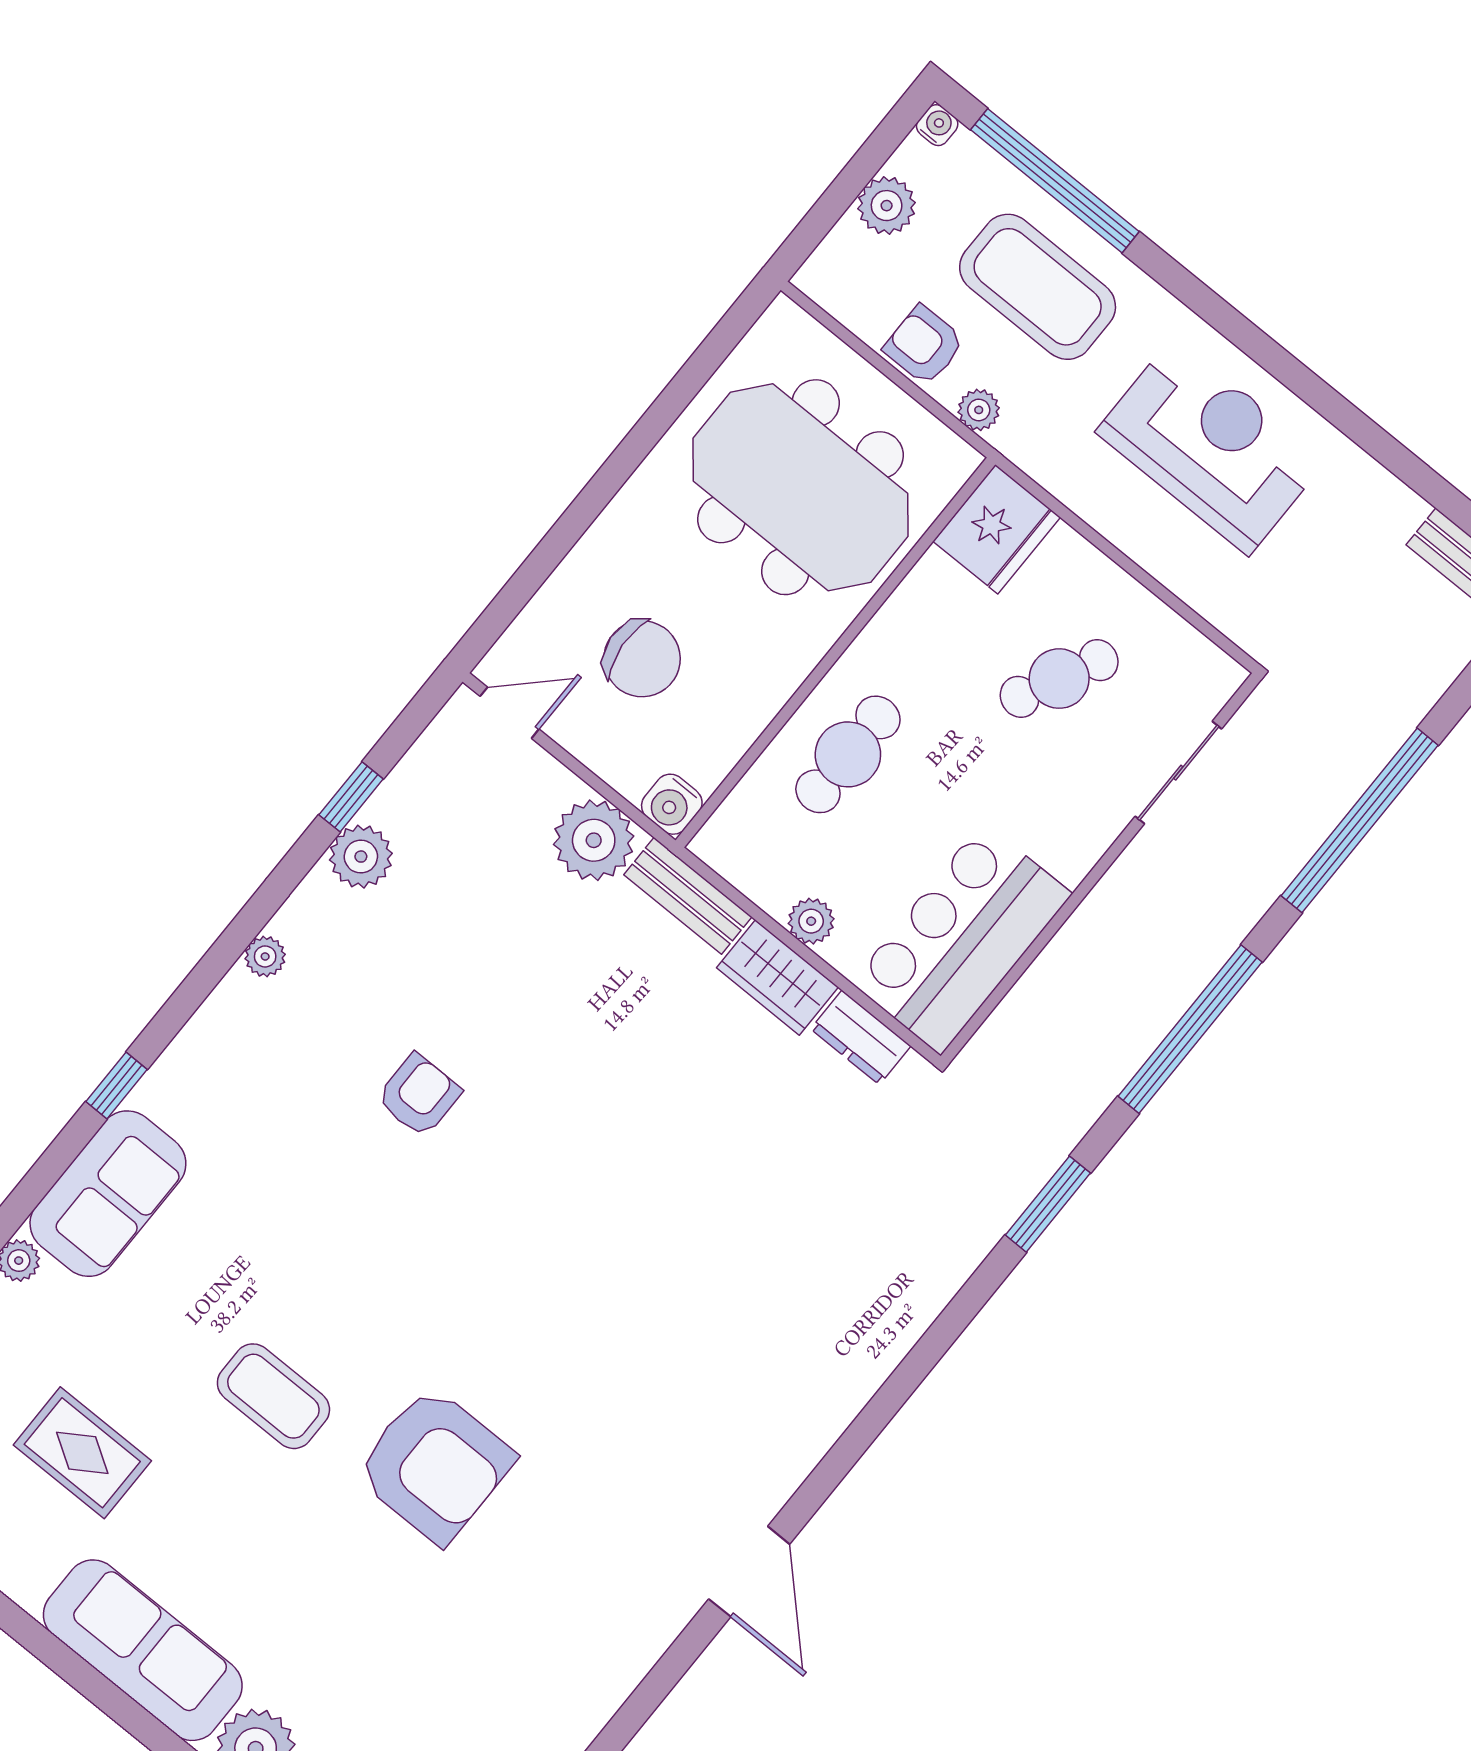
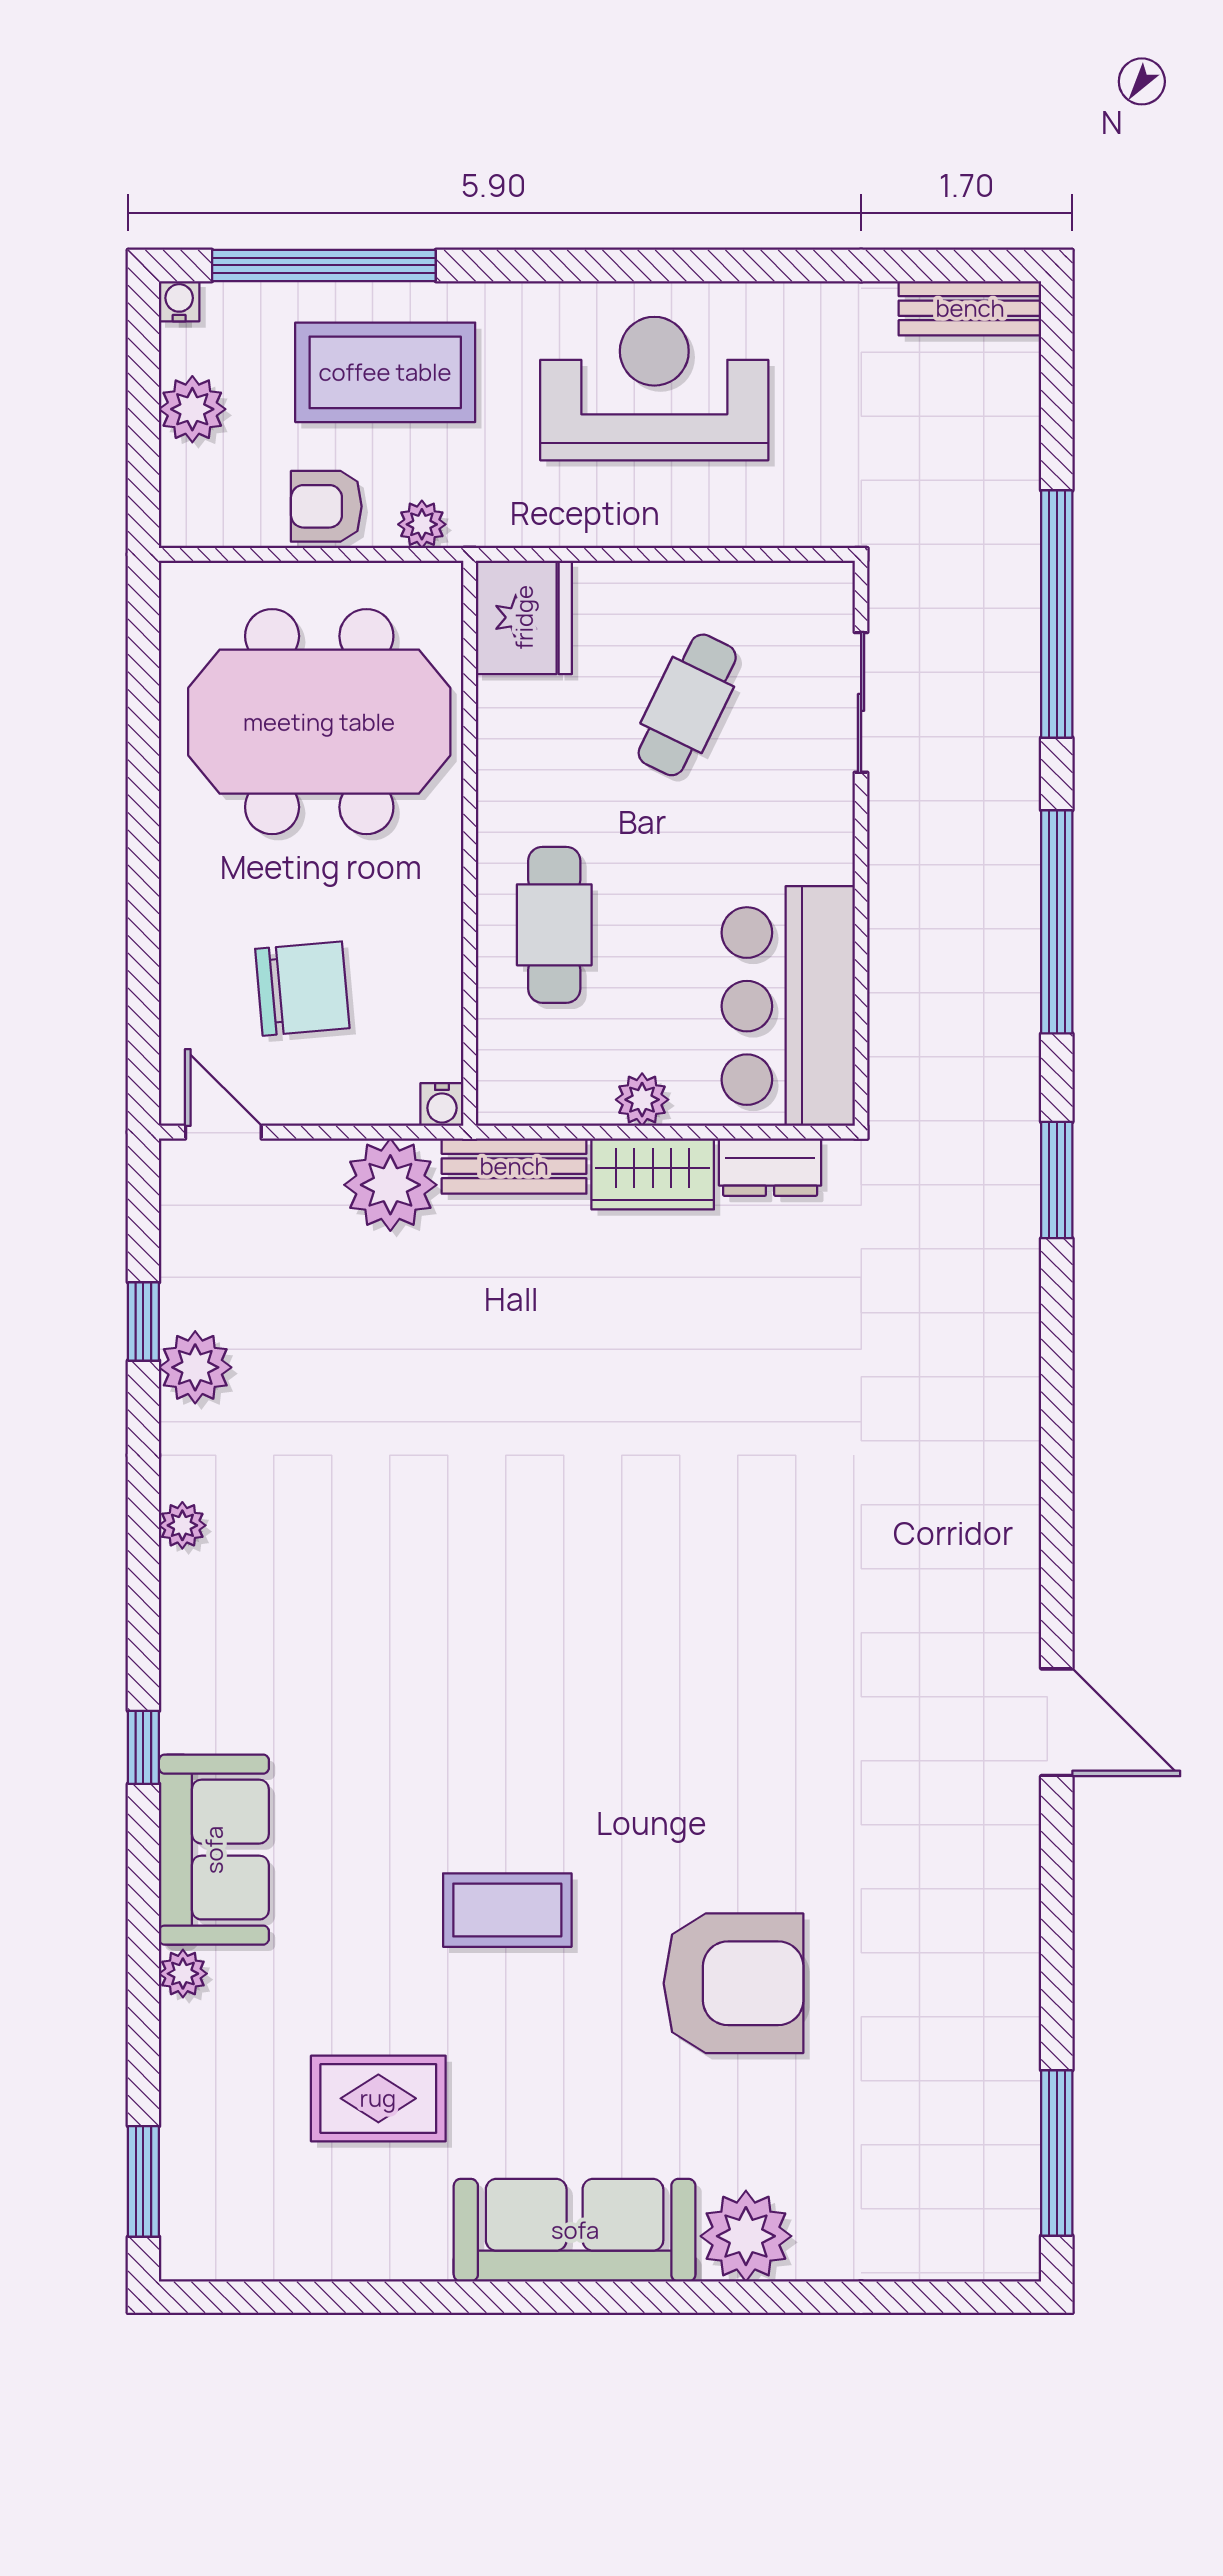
door: (509, 713) -> (223, 1132), hinge flipped
water cooler: (672, 804) -> (442, 1105), width x0.72, depth x0.72
armchair: (419, 1095) -> (419, 1538), removed
armchair: (435, 1465) -> (734, 1983), moved

